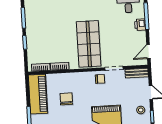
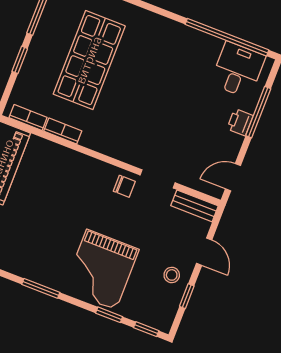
shop shelf: (89, 44) -> (89, 60), moved
chair: (66, 99) -> (48, 195), removed

